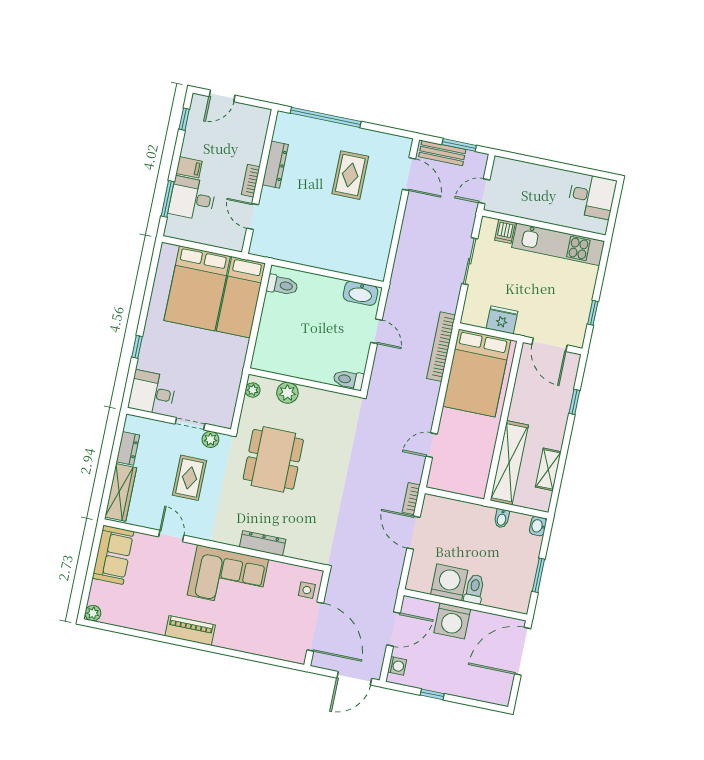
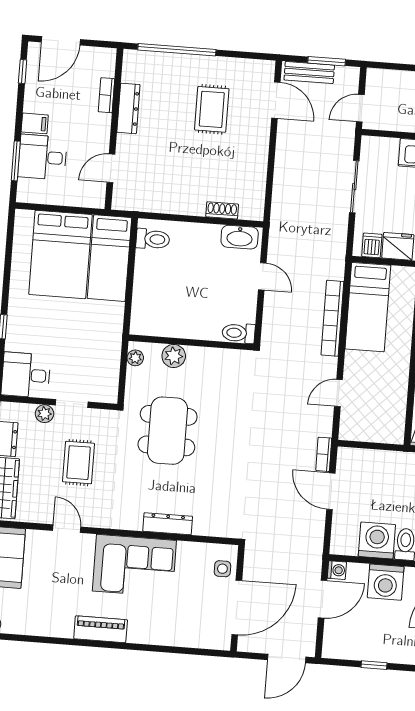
door: (222, 96) -> (61, 41), width x1.38
bookcase: (251, 181) -> (106, 95), moved
door: (253, 216) -> (111, 168), hinge flipped
dishwasher: (505, 231) -> (372, 245), moved, turned 180
shoe rack: (348, 267) -> (222, 210), added
bookcase: (441, 347) -> (332, 318), moved
bed: (477, 373) -> (368, 307), width x0.67
plant: (210, 439) -> (44, 414), moved
door: (315, 627) -> (237, 607), hinge flipped
washing machine: (397, 666) -> (337, 570), moved

